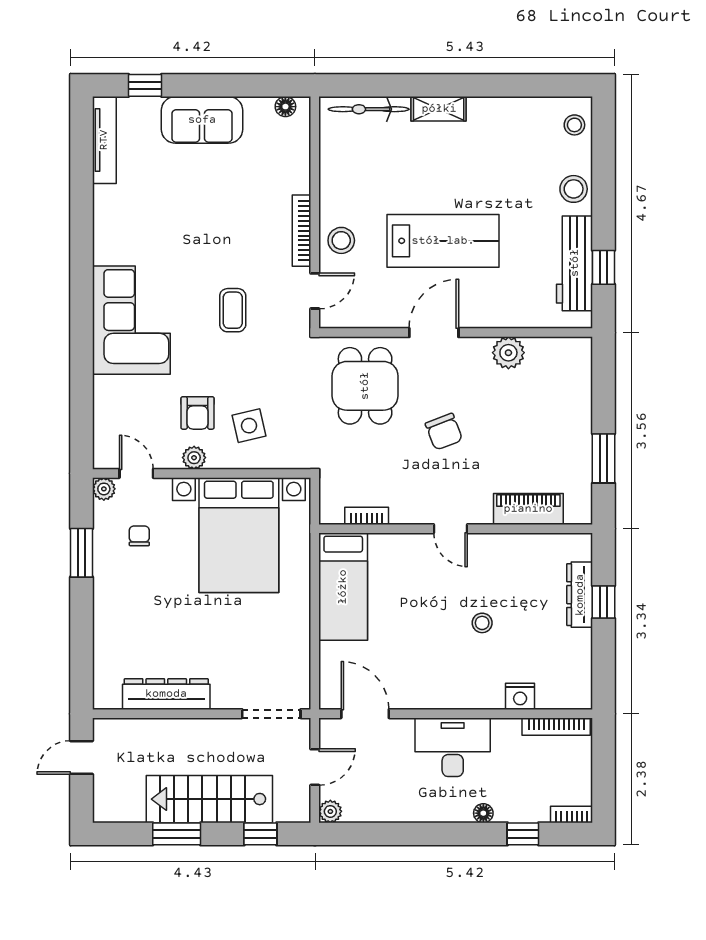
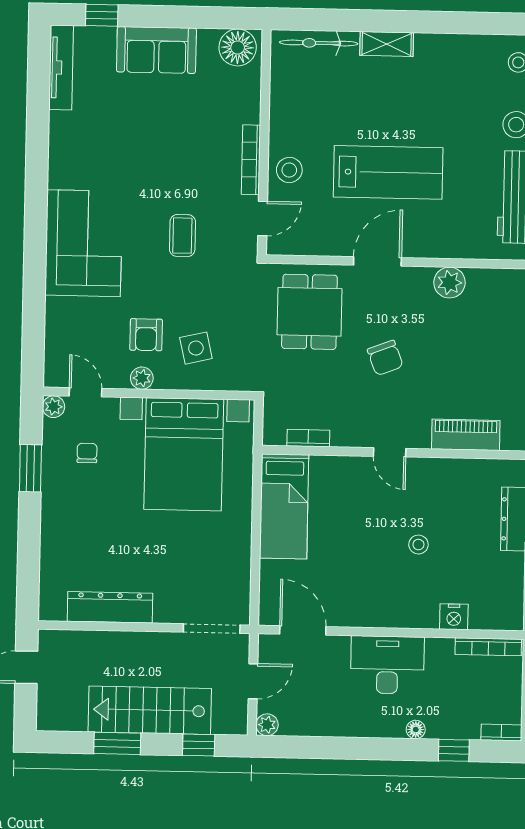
floor lamp: (285, 107) -> (238, 47), width x1.89, depth x1.89

